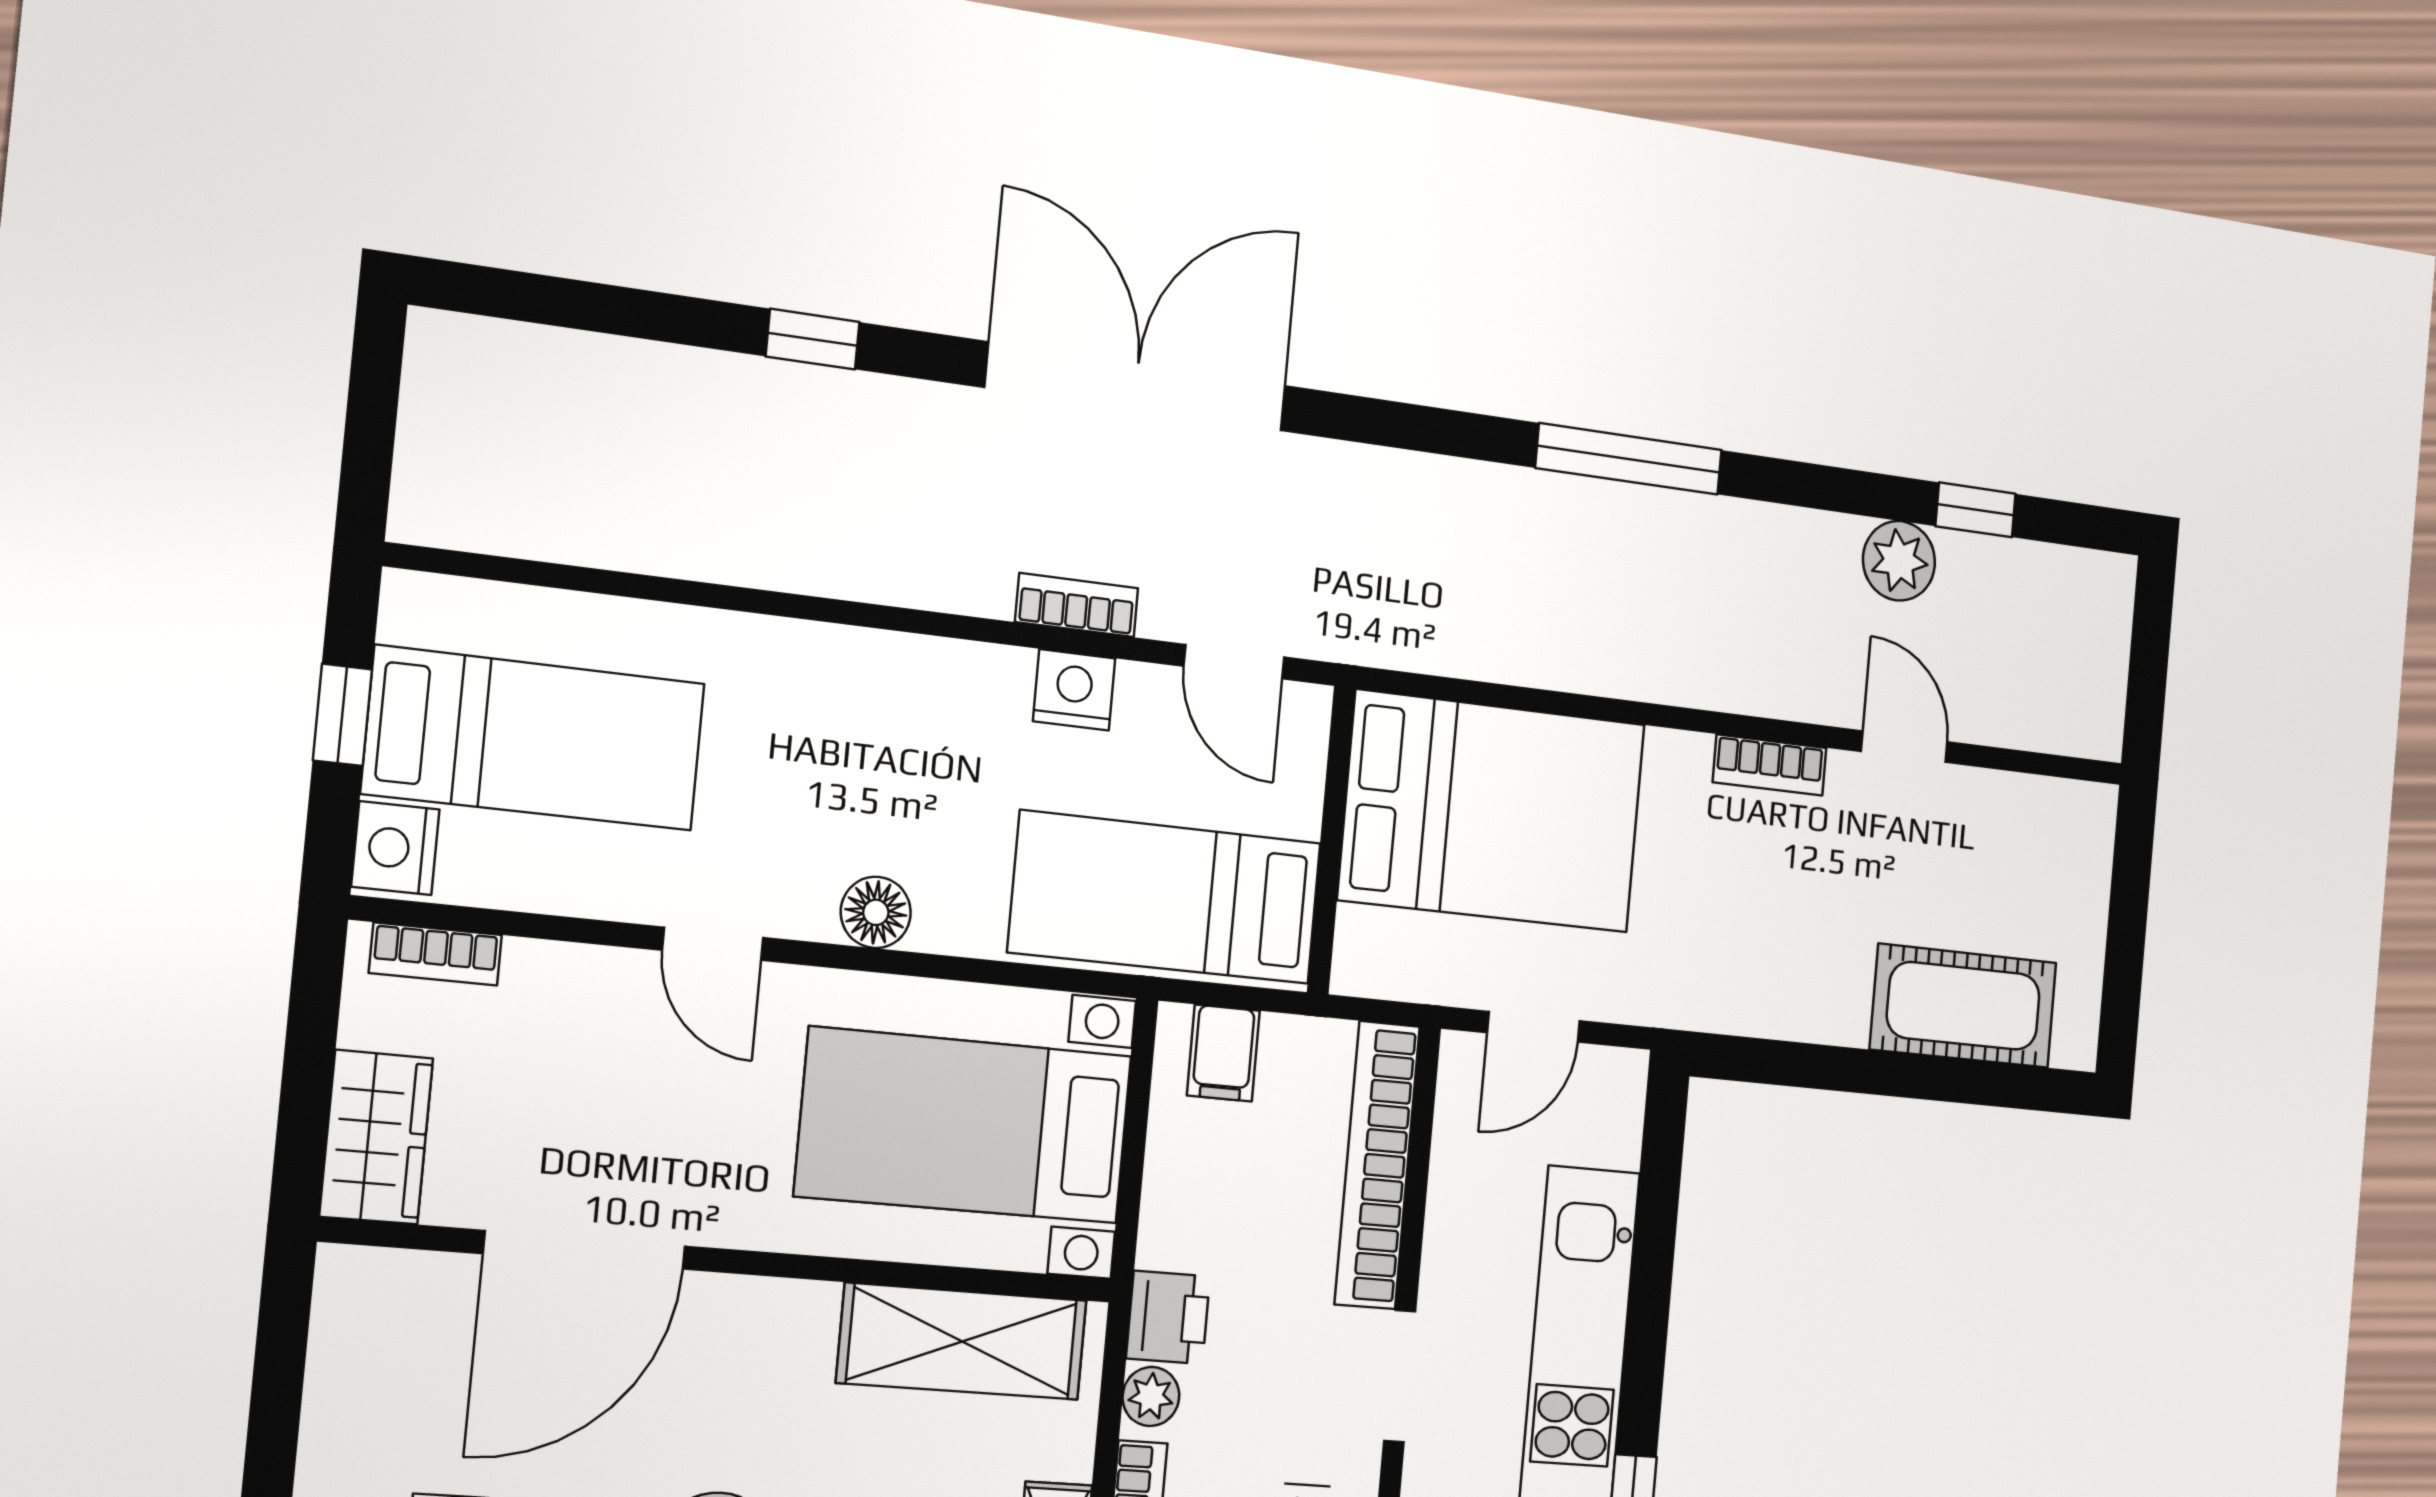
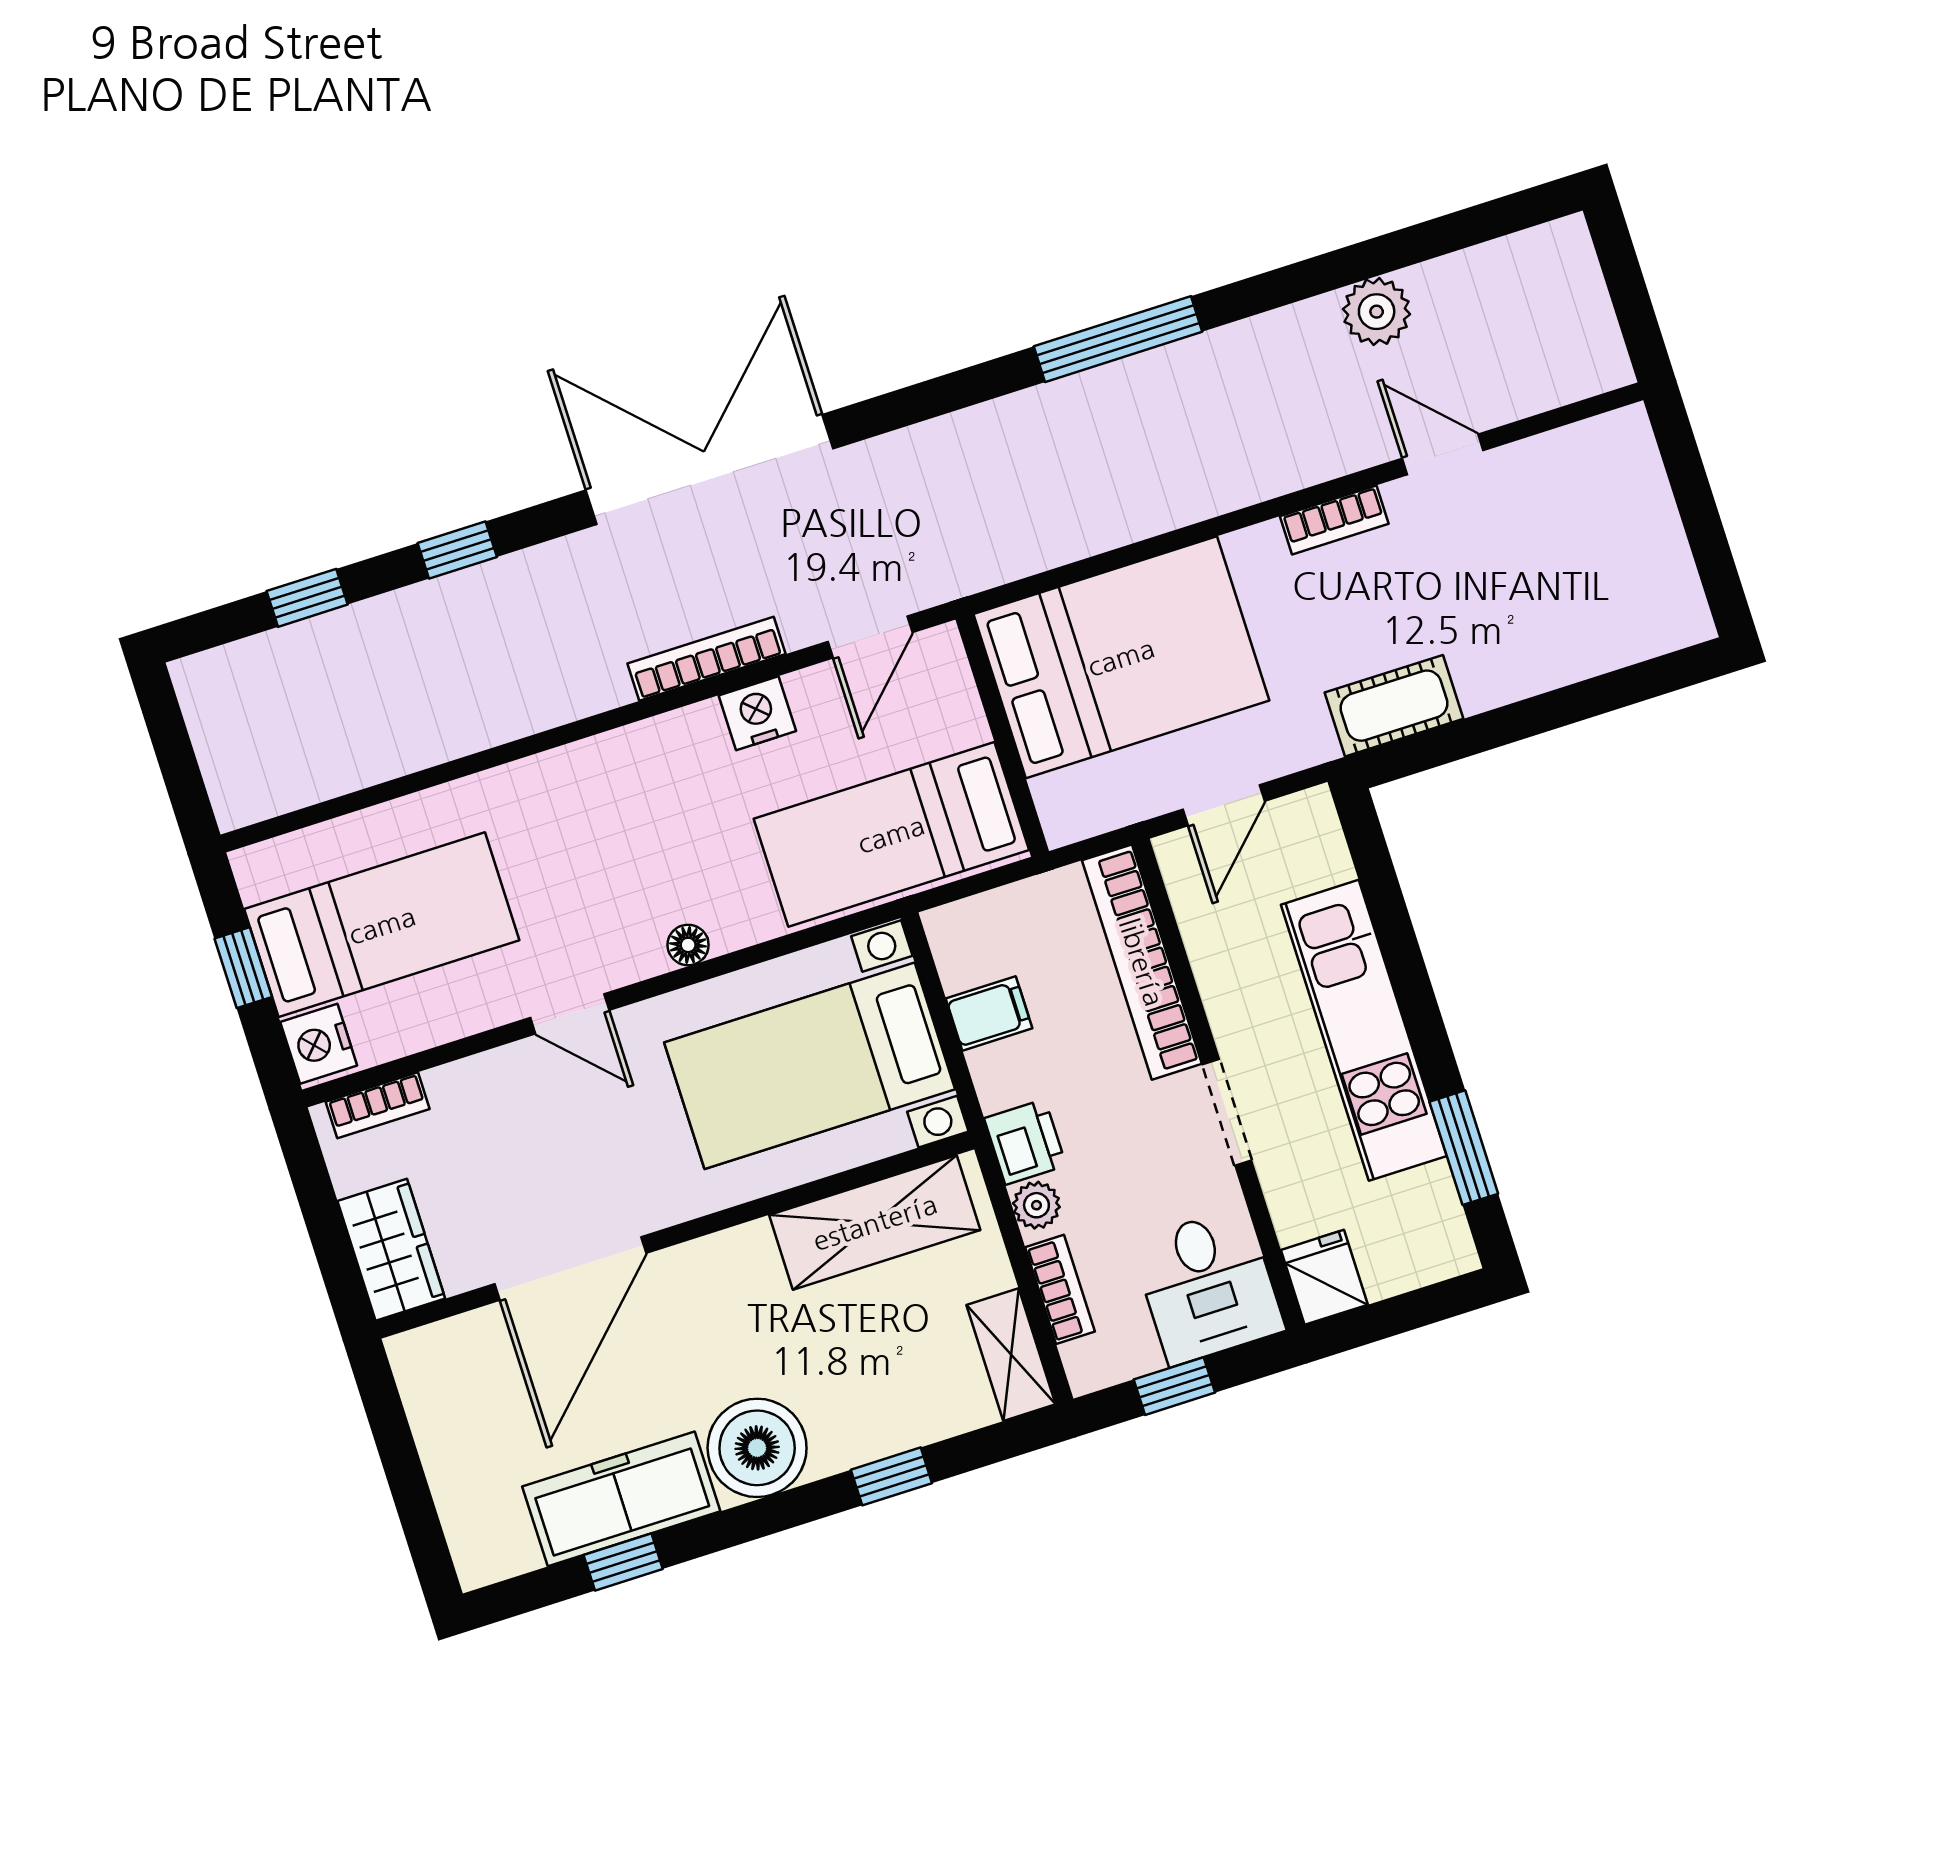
window: (1976, 510) -> (307, 598), moved
bookcase: (1077, 605) -> (707, 659), width x1.56
door: (1234, 662) -> (870, 637), hinge flipped
floor lamp: (876, 912) -> (688, 945), width x0.73, depth x0.73
cot: (1963, 1006) -> (1394, 706), moved, width x0.73, depth x0.75
filing cabinet: (1223, 1053) -> (989, 1013), moved, turned -90

